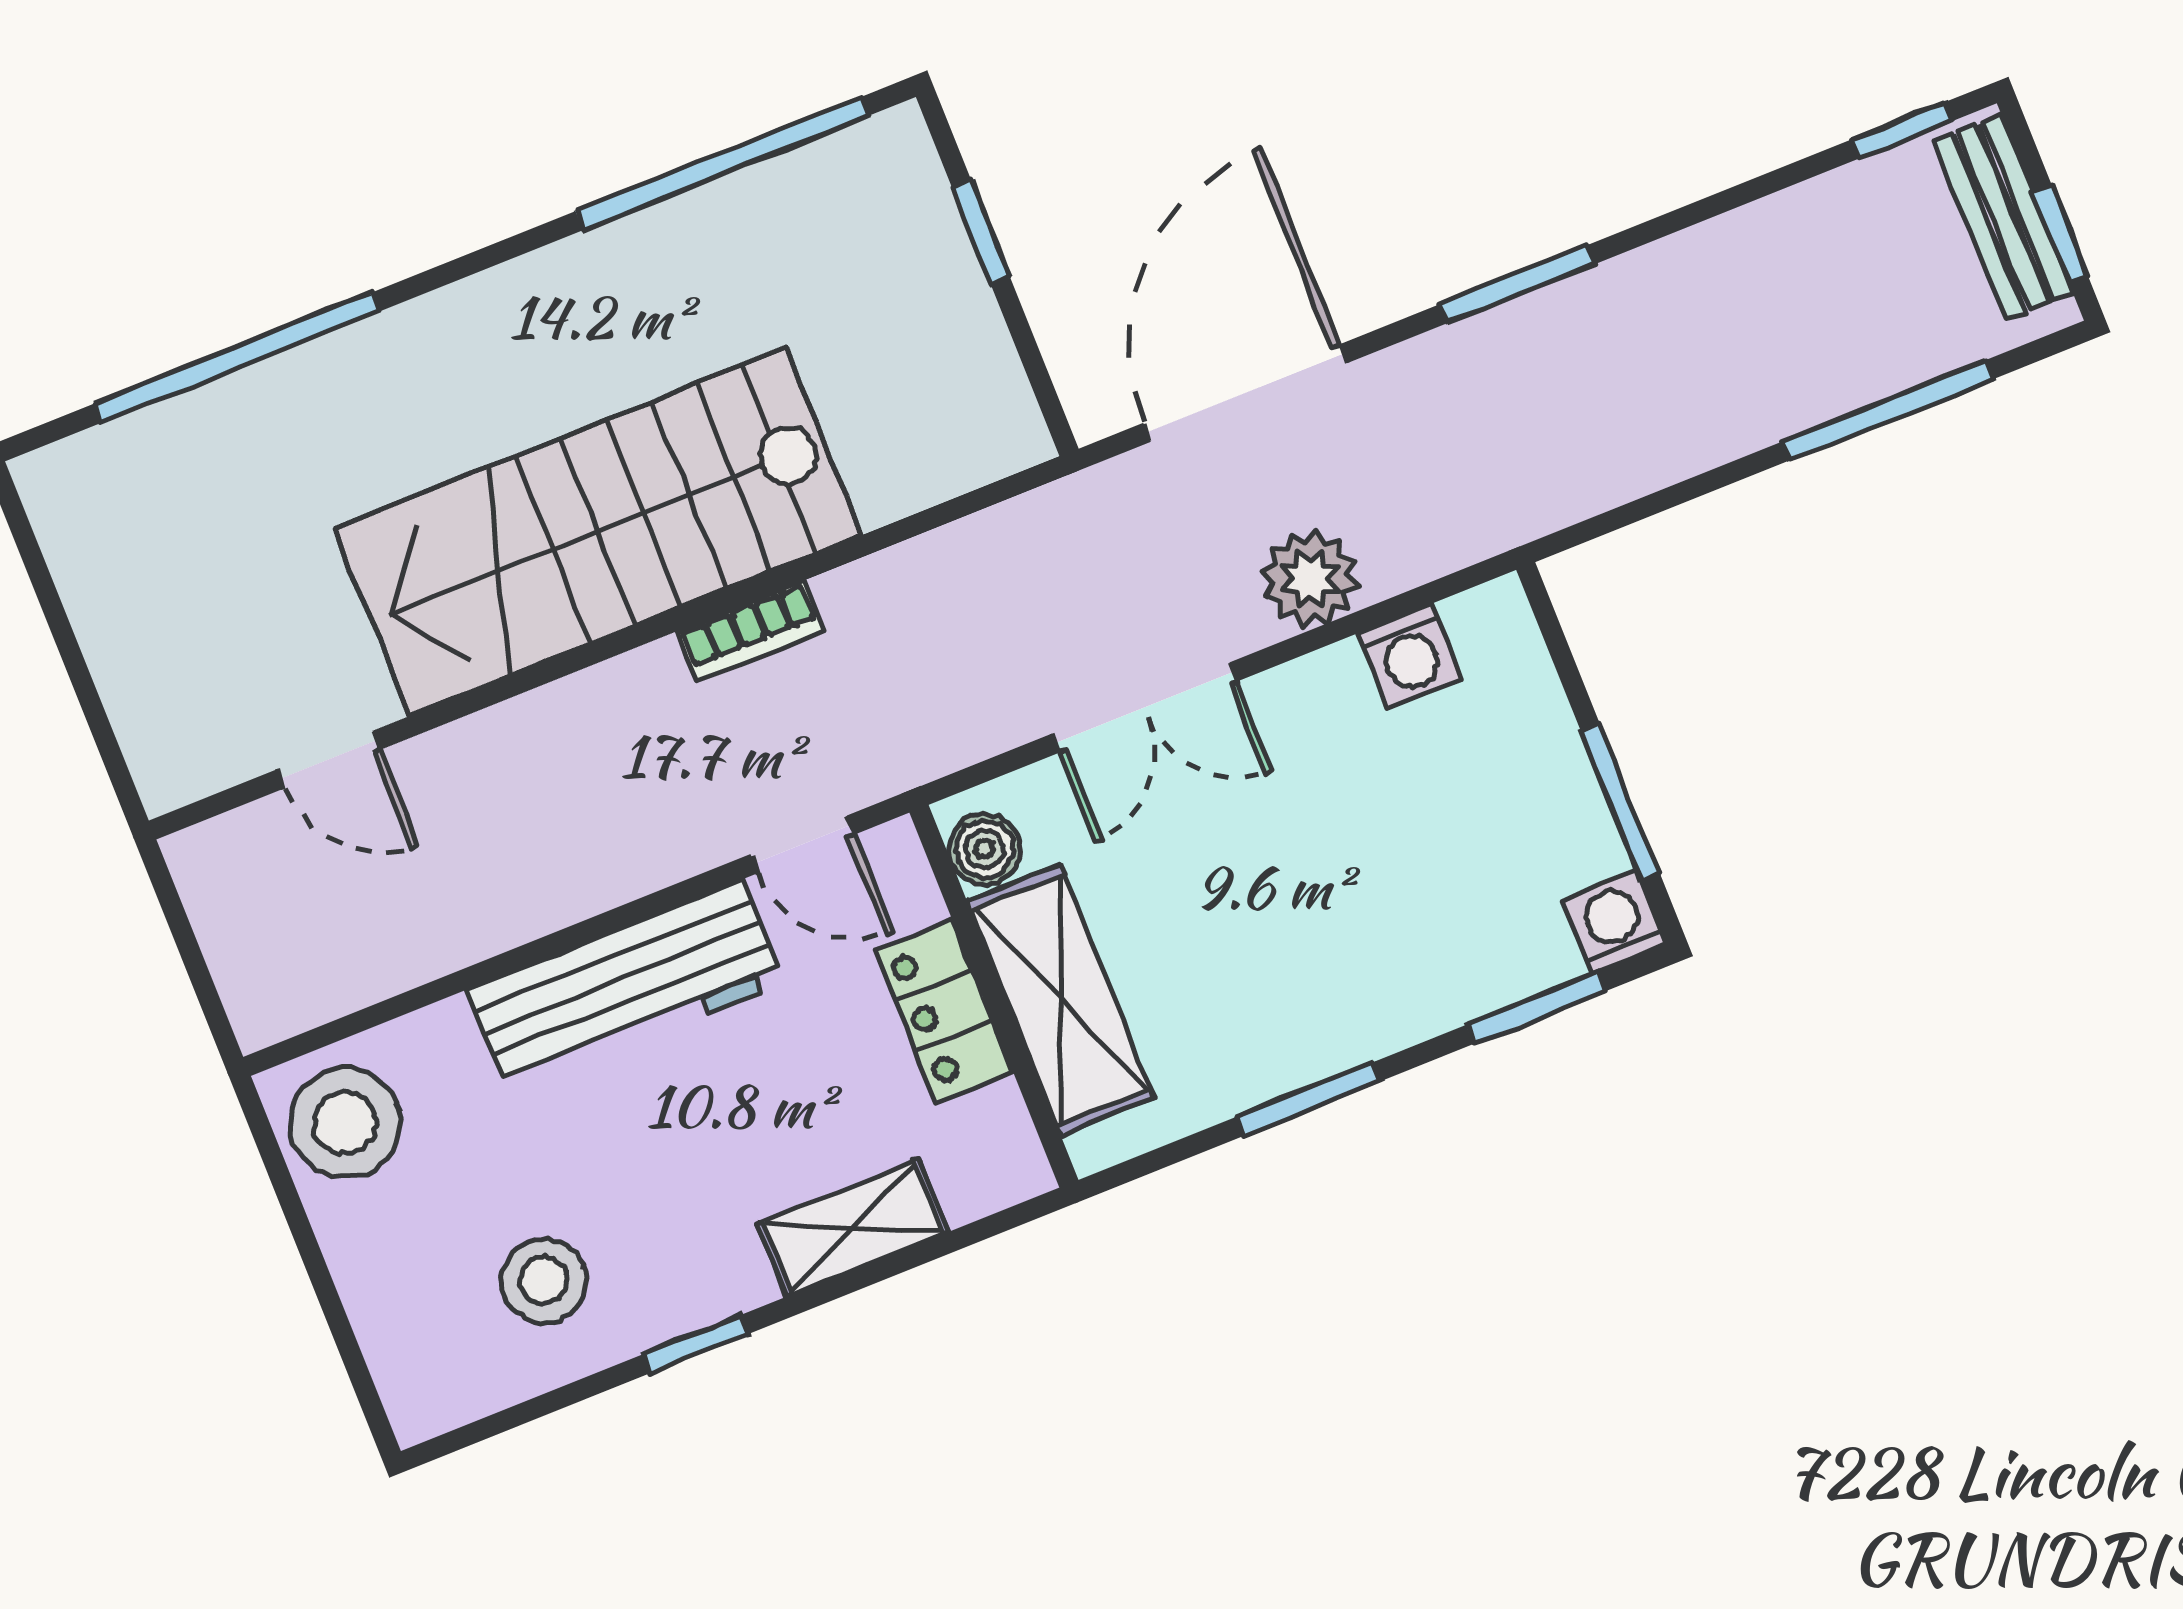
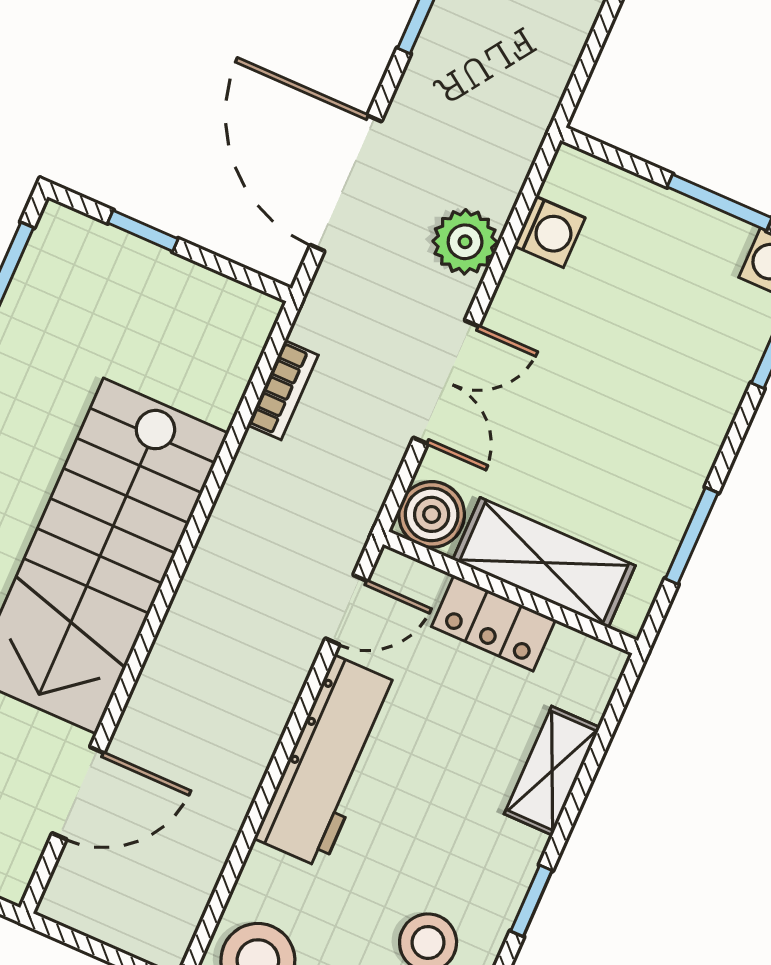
bookcase: (751, 631) -> (283, 390), moved
door: (329, 759) -> (78, 793), width x1.38
boiler: (985, 849) -> (432, 514), width x1.36, depth x1.36
window: (1308, 1099) -> (692, 536), moved

